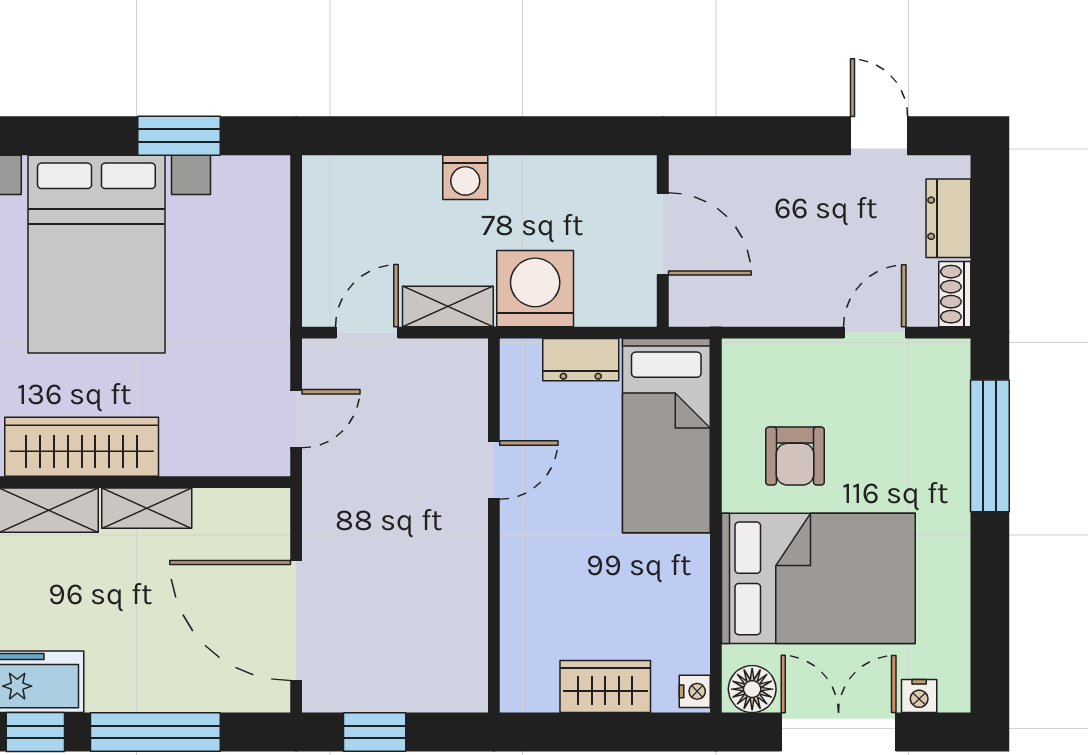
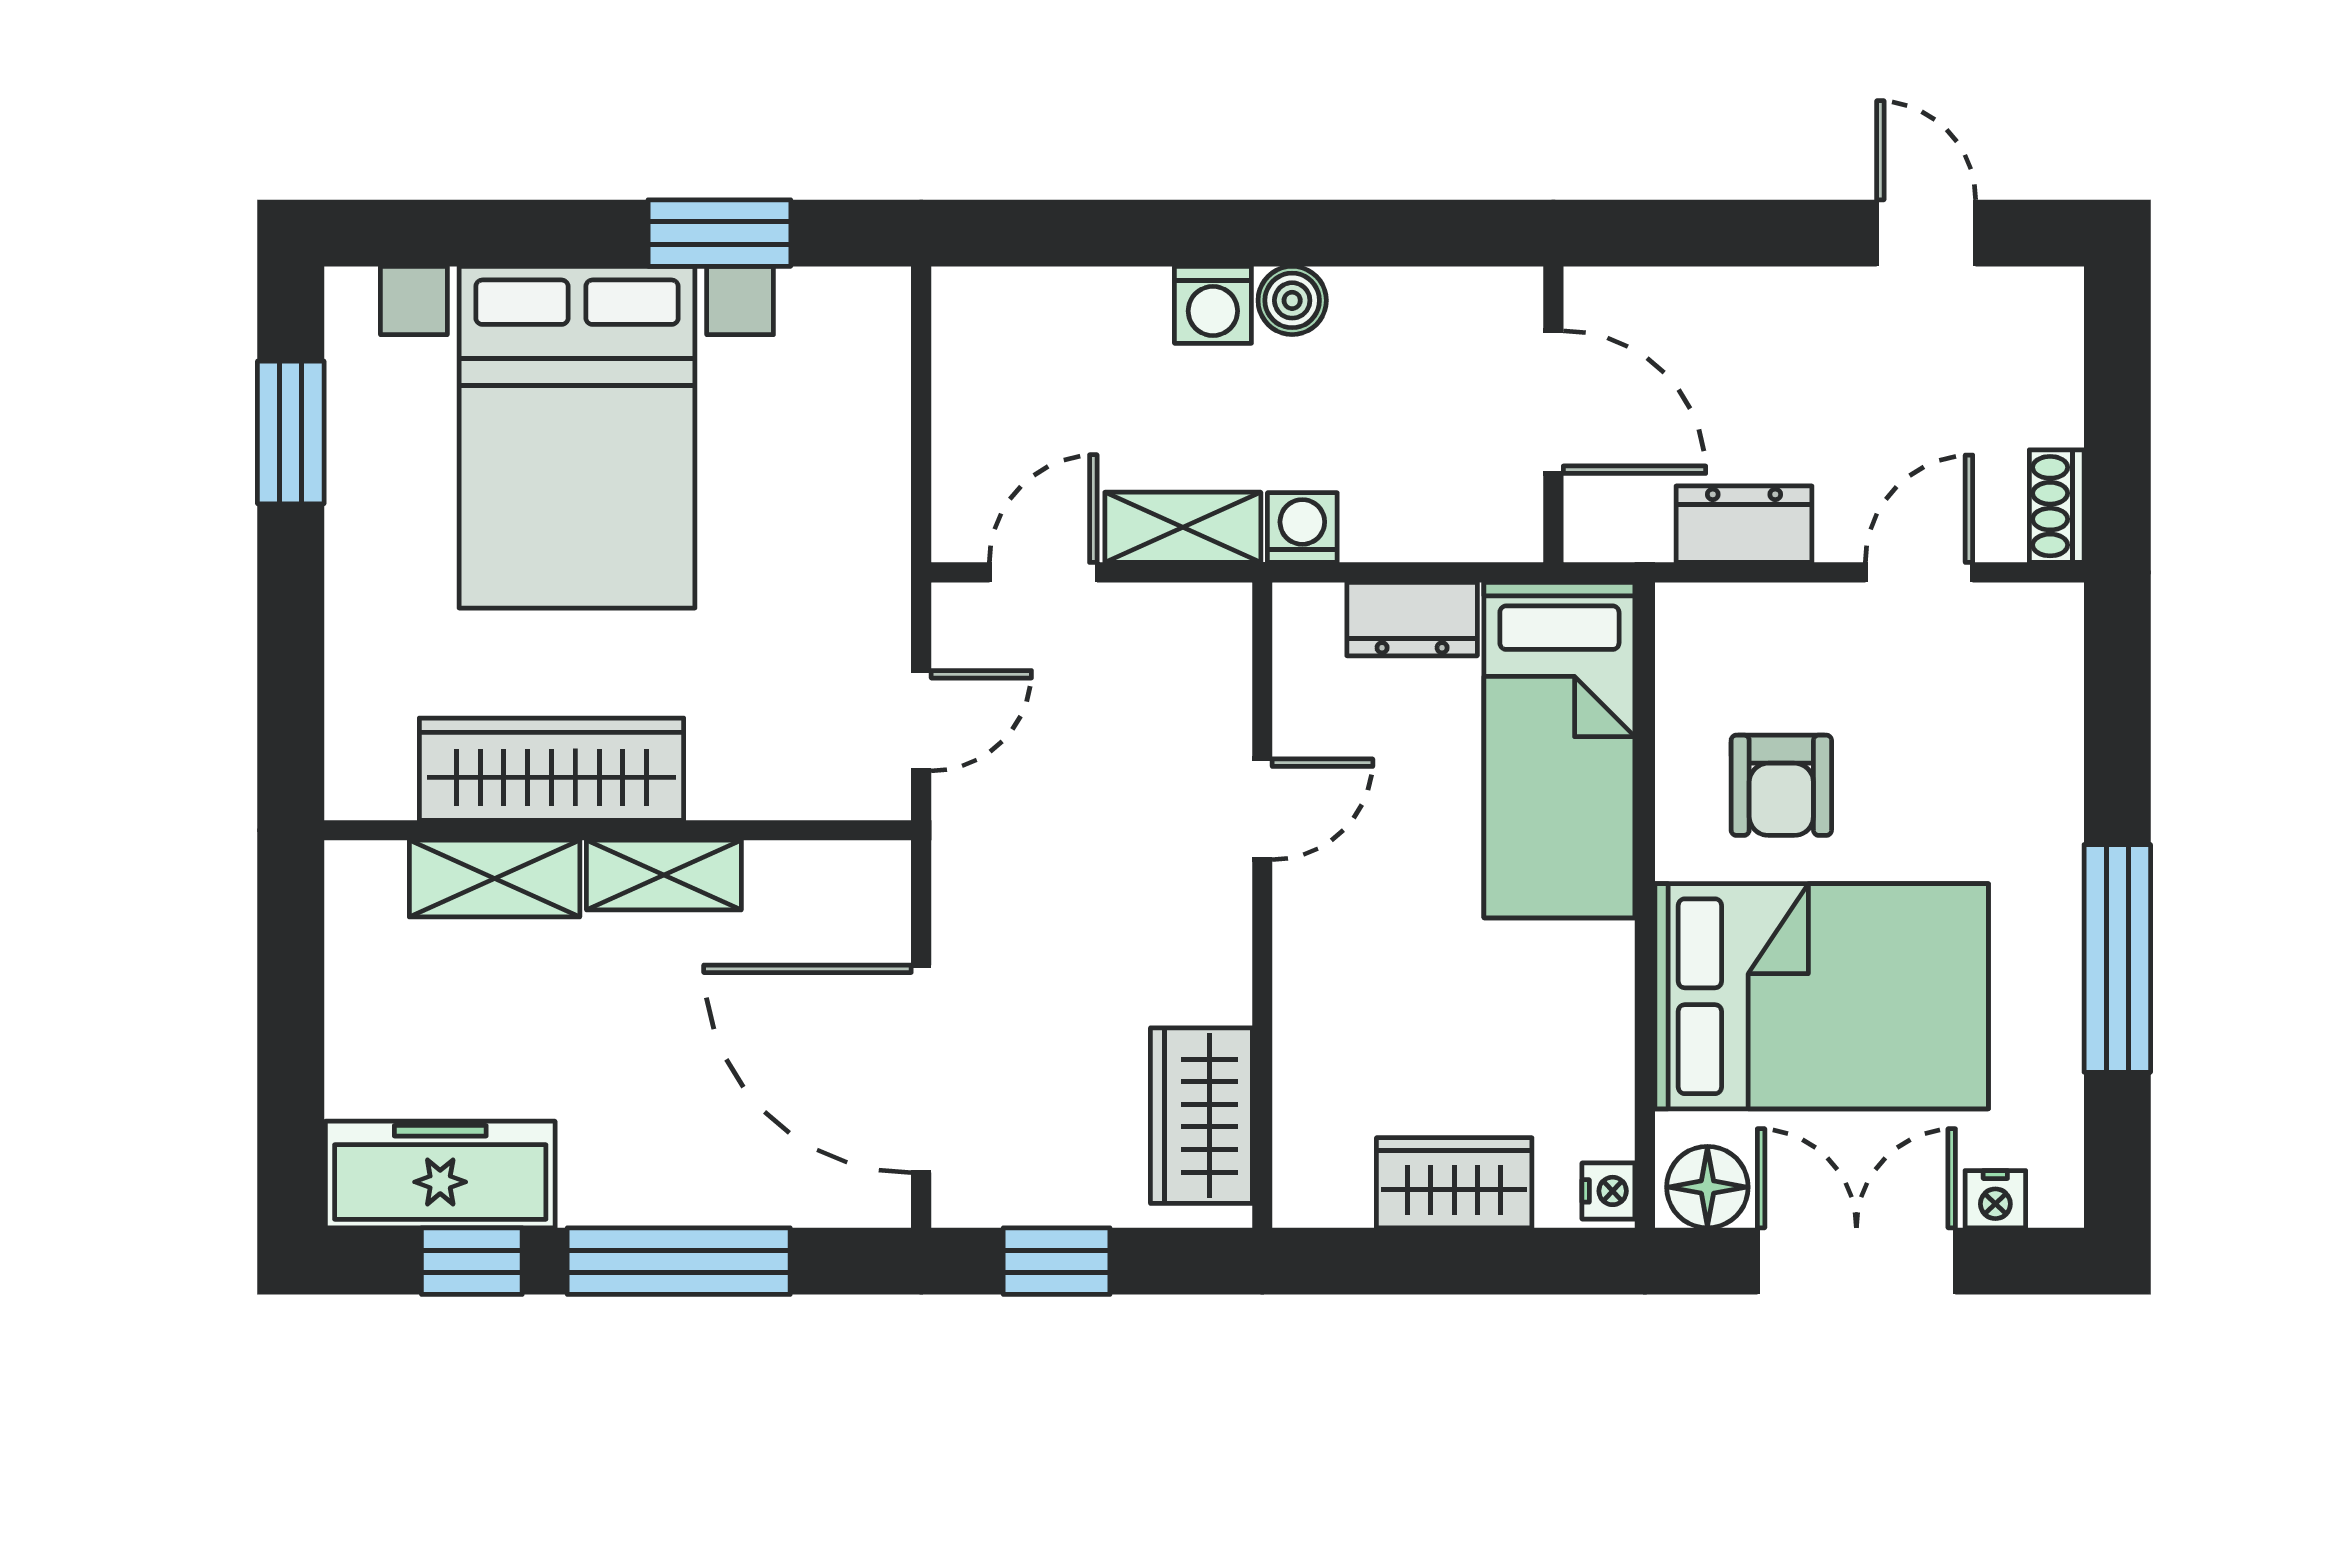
boiler: (511, 175) -> (1292, 300), added
dresser: (948, 218) -> (1744, 524), moved, turned 90
washing machine: (535, 289) -> (1302, 528), width x0.53, depth x0.53
window: (990, 446) -> (2117, 958), moved
wardrobe: (459, 648) -> (1201, 1116), added

